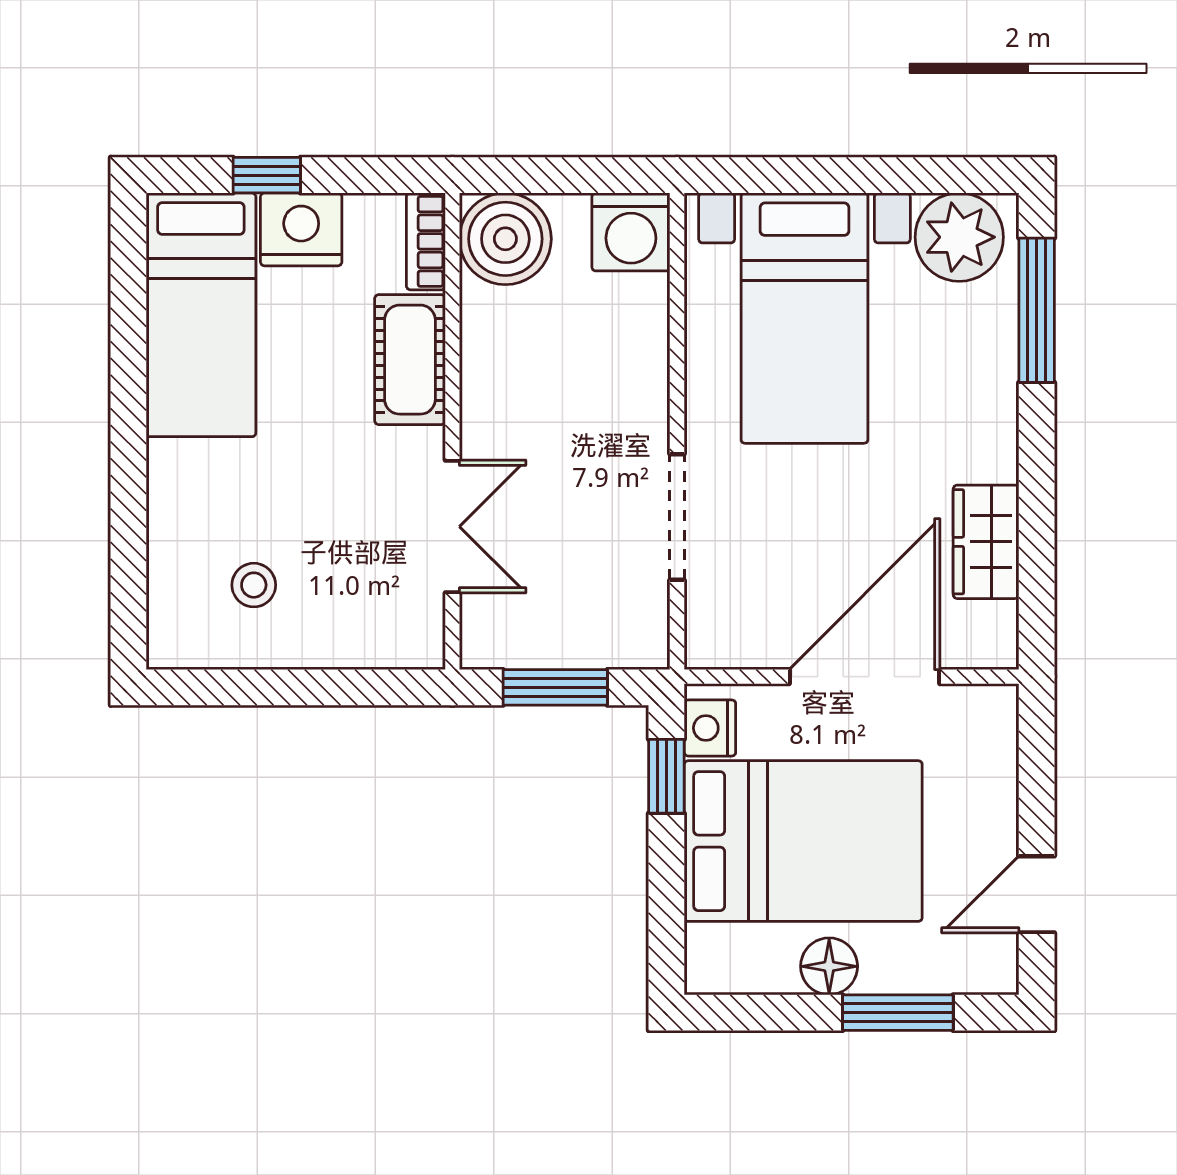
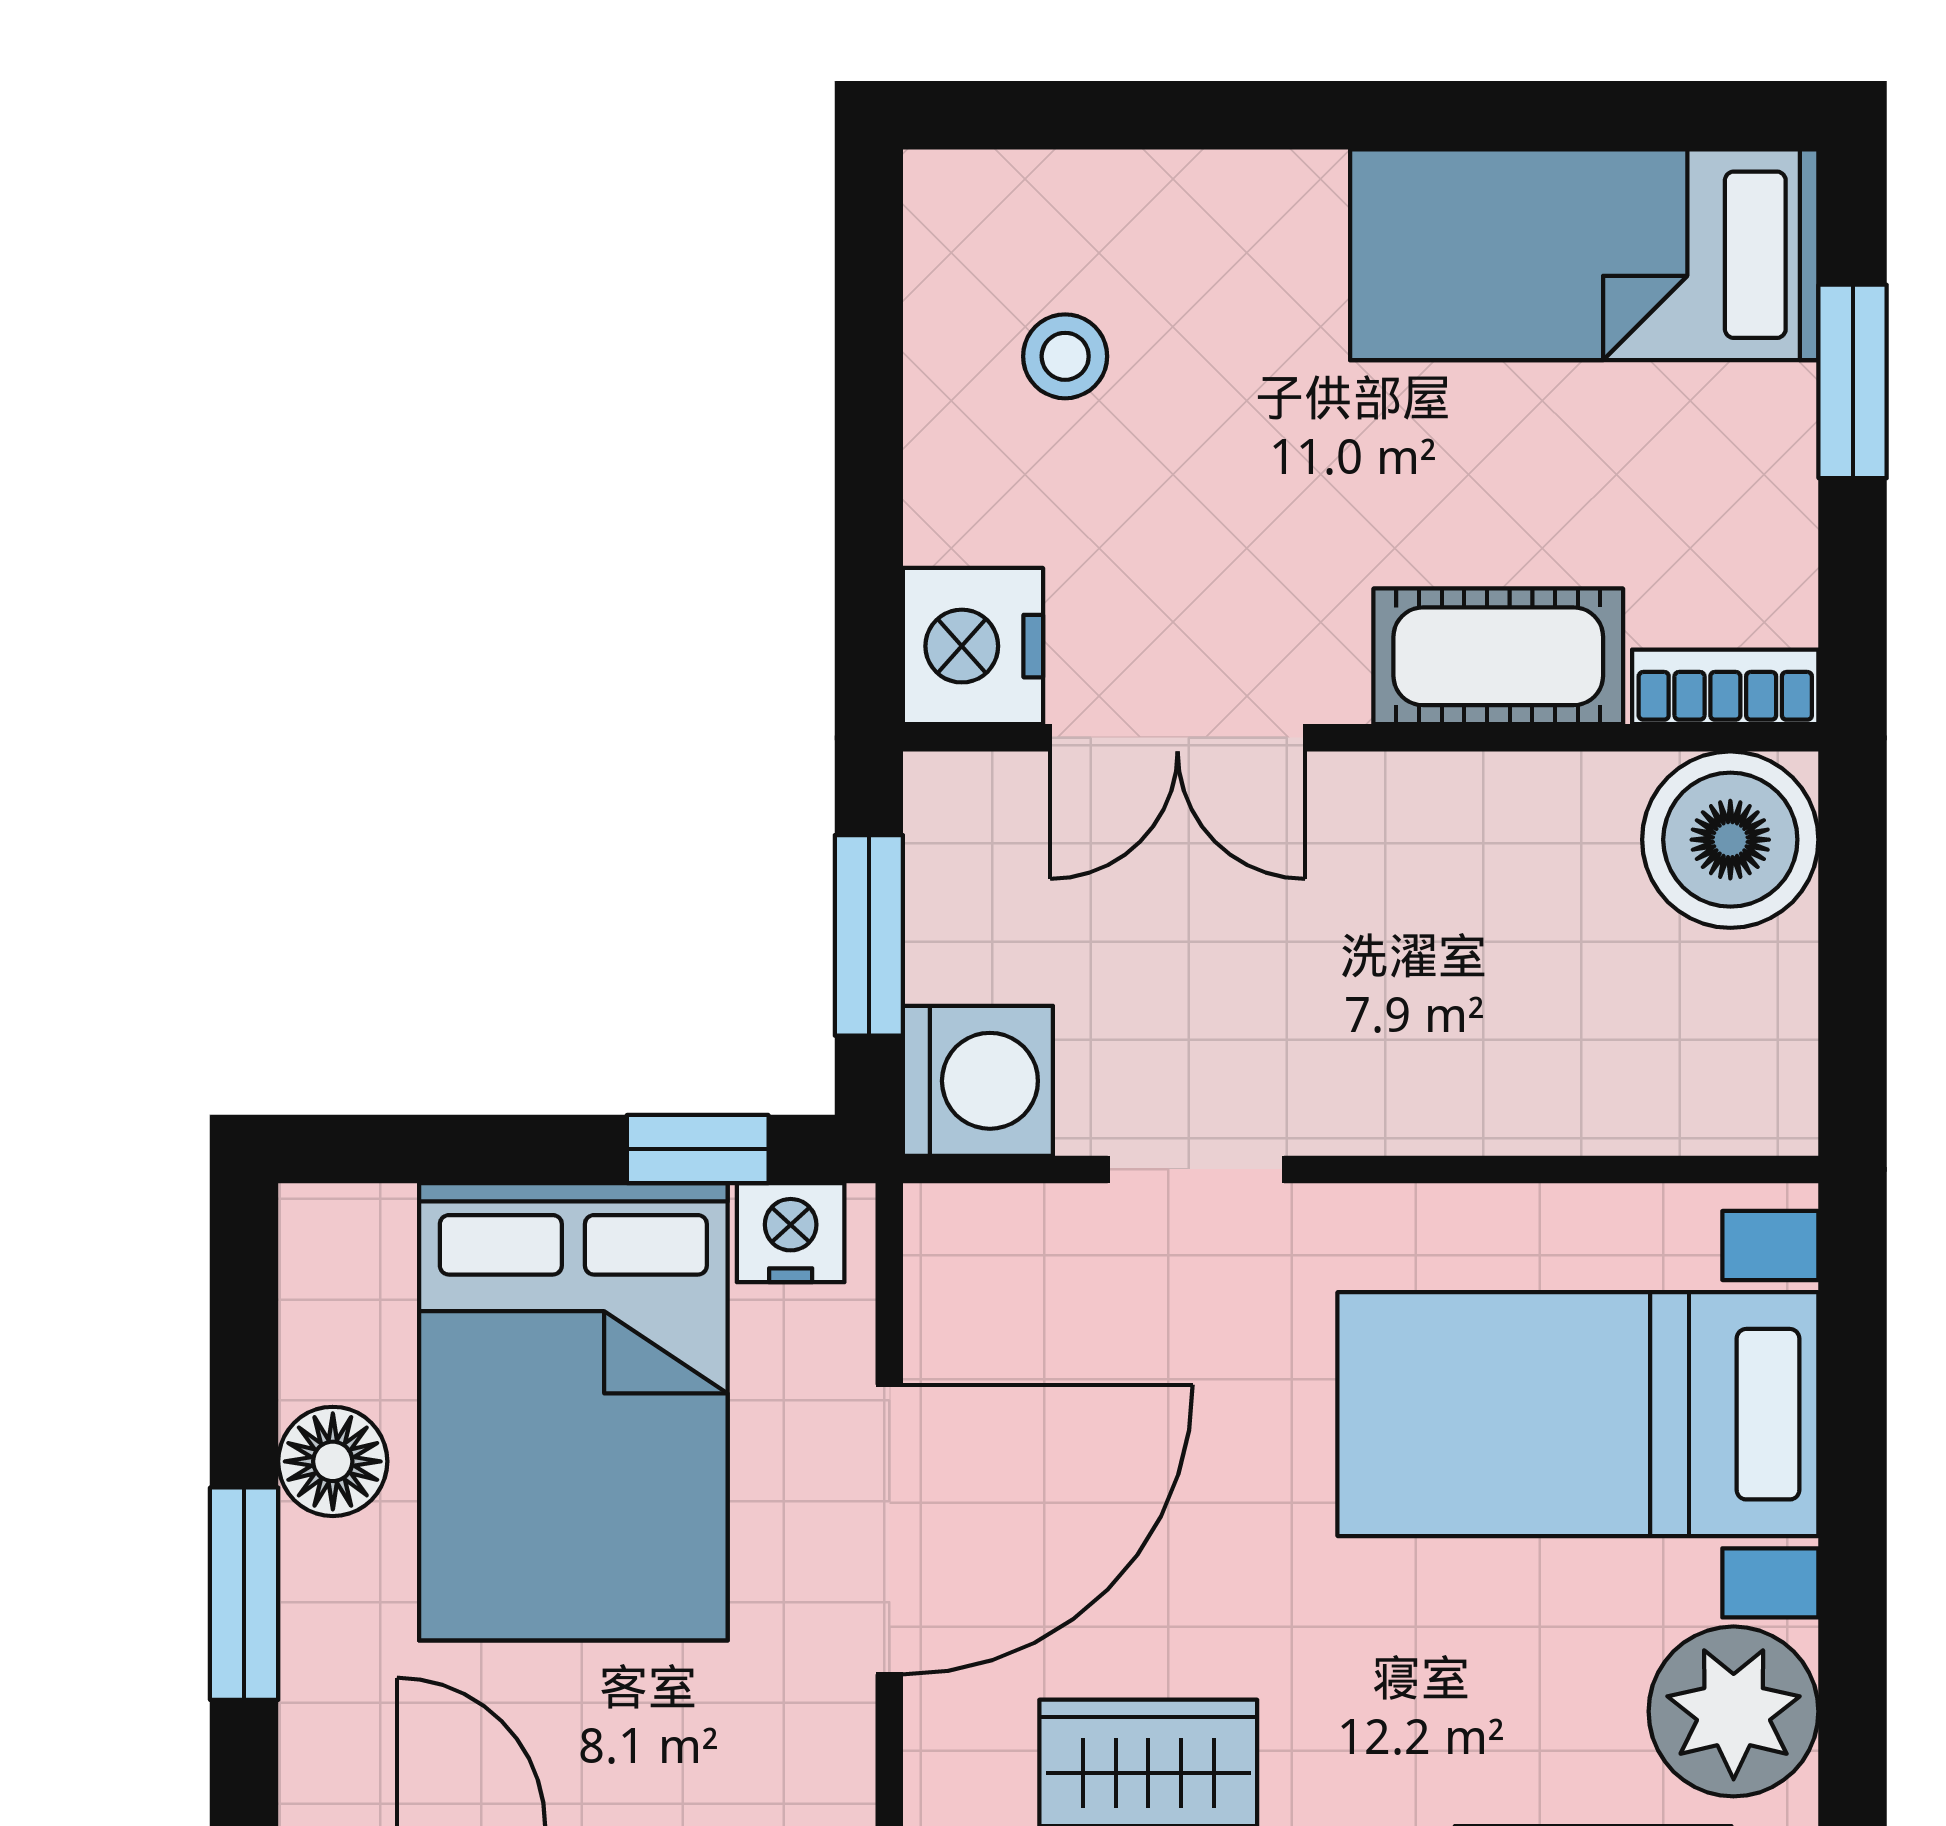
window: (267, 175) -> (1853, 381), width x1.50
nightstand: (301, 229) -> (973, 646), moved, turned 180
washing machine: (631, 232) -> (978, 1081), moved, turned 180
doorway: (677, 517) -> (1196, 1169), width x0.73
door: (865, 677) -> (889, 1530), hinge flipped

